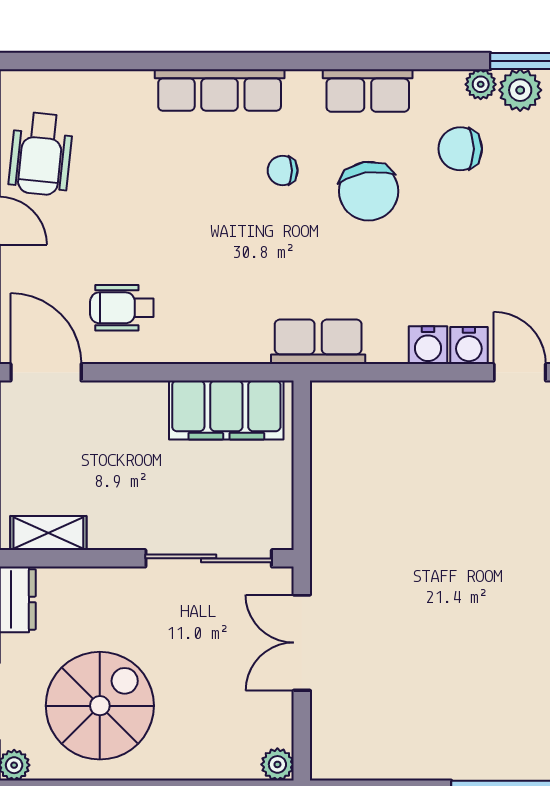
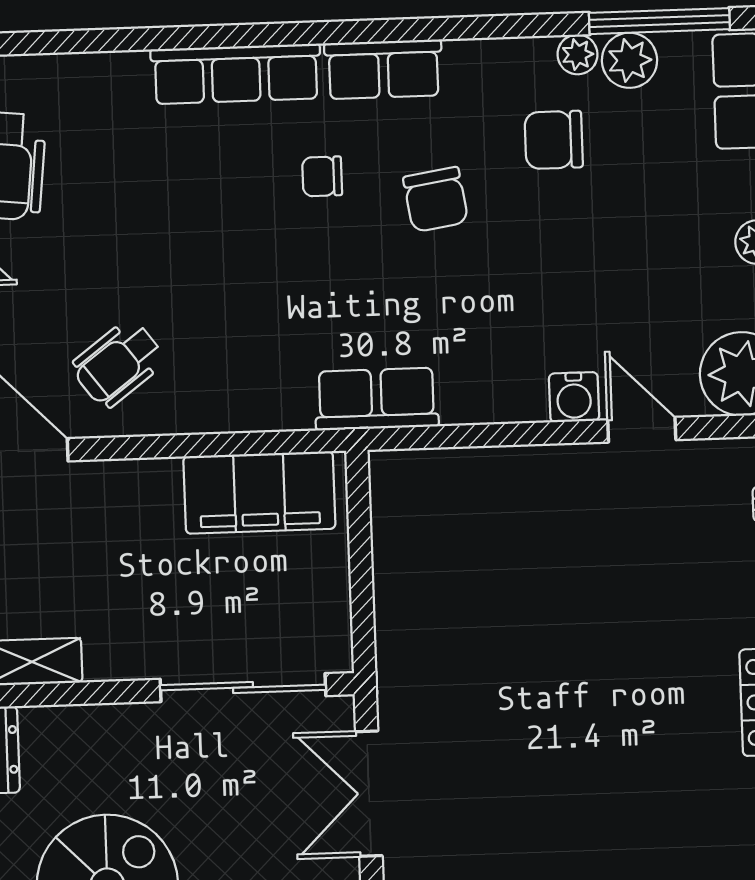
row of seats: (368, 90) -> (383, 69), moved
chair: (369, 191) -> (436, 200), width x0.73, depth x0.73
wheelchair: (122, 308) -> (118, 363), turned -37
water cooler: (428, 345) -> (520, 398), removed

